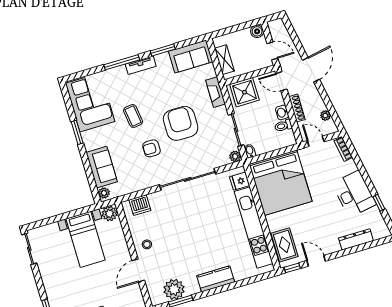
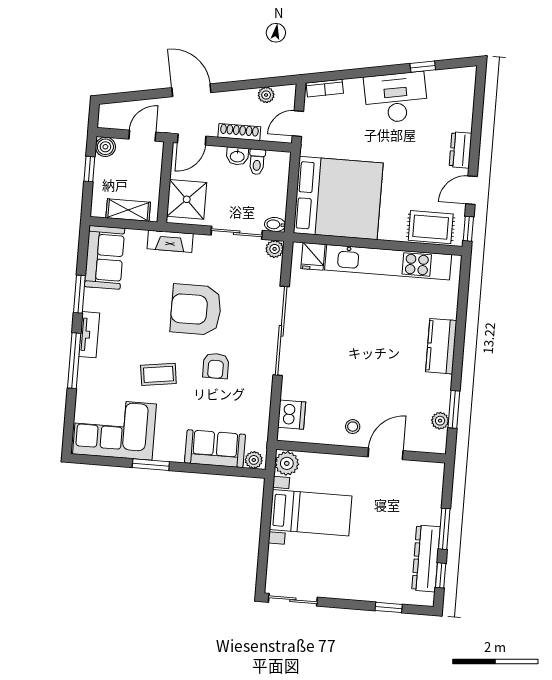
window: (240, 27) -> (89, 169), added
dresser: (356, 239) -> (461, 150), moved, width x0.70
door: (138, 270) -> (386, 454), swing flipped
plant: (174, 289) -> (440, 421), width x0.53, depth x0.53

